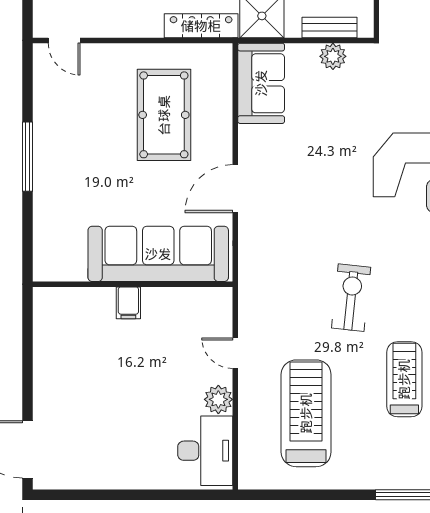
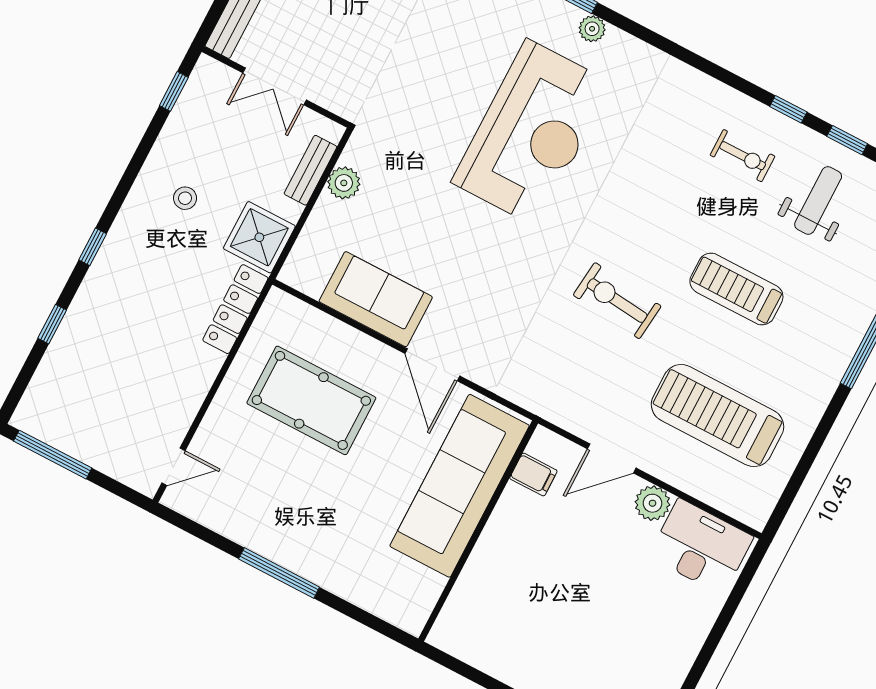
sofa: (261, 83) -> (376, 299), moved
filing cabinet: (128, 303) -> (533, 475), moved
door: (235, 353) -> (612, 458), width x1.38

